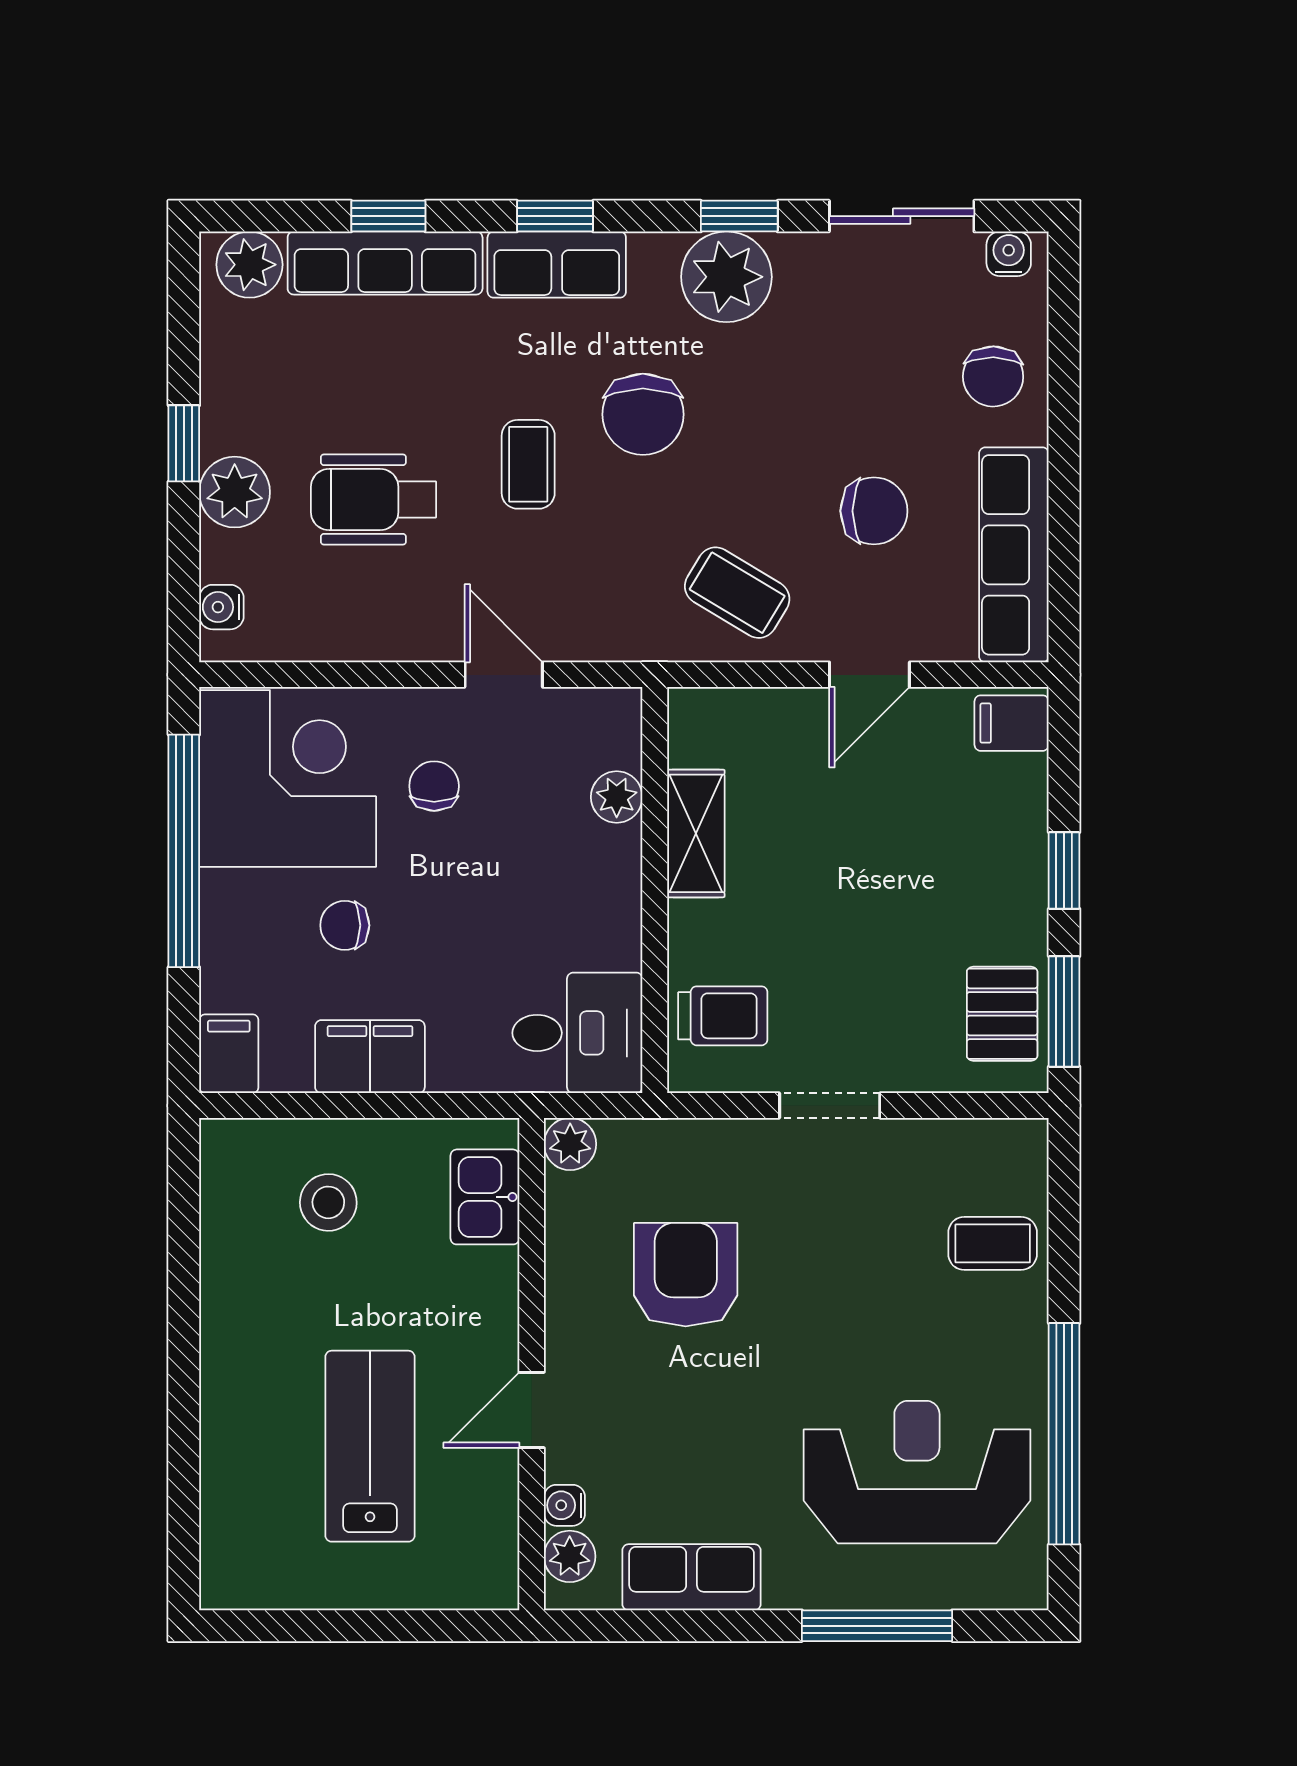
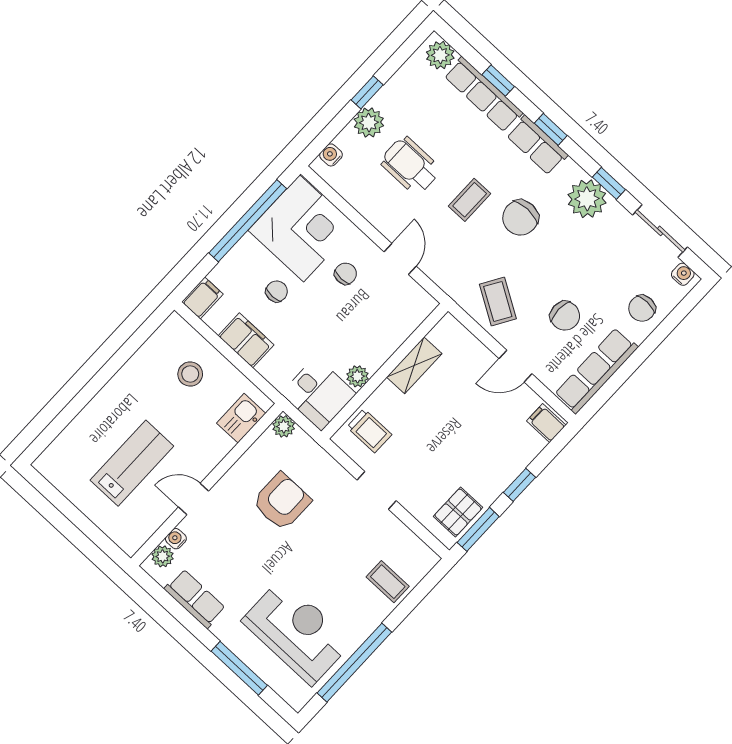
plant: (617, 797) -> (357, 376), moved
chair: (345, 925) -> (277, 291), turned 90

